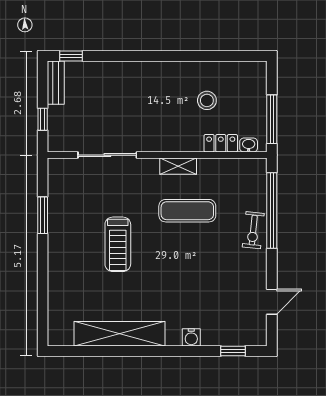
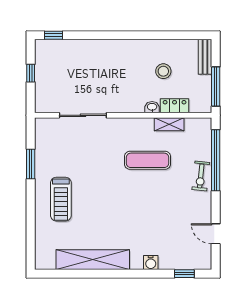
bench: (56, 83) -> (205, 57), moved
window: (43, 119) -> (31, 73), moved
washbasin: (249, 145) -> (152, 107), moved
shelving: (178, 166) -> (169, 124), moved
treadmill: (118, 244) -> (61, 199), moved
door: (272, 302) -> (216, 234), swing flipped

